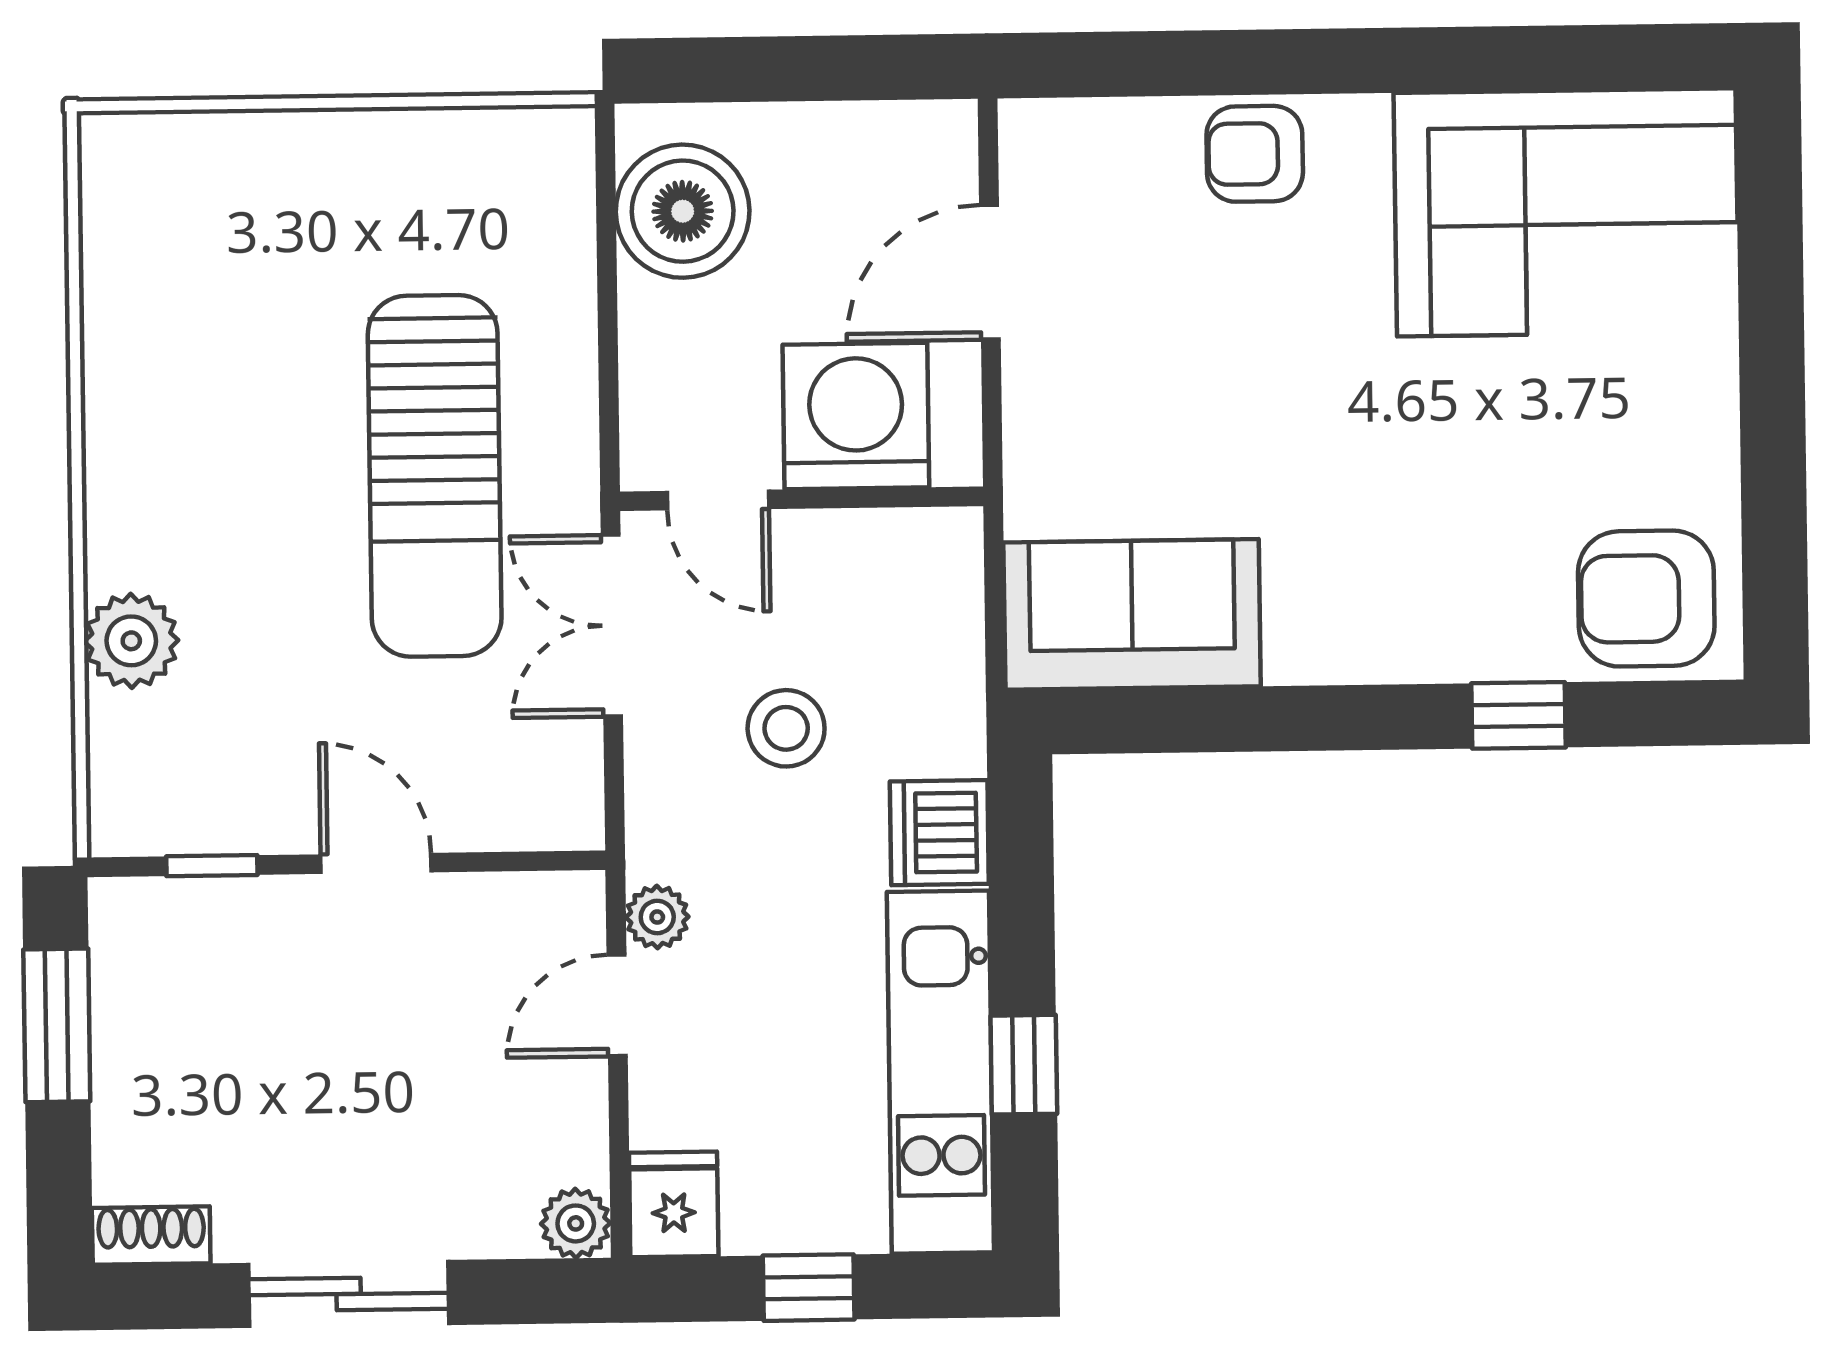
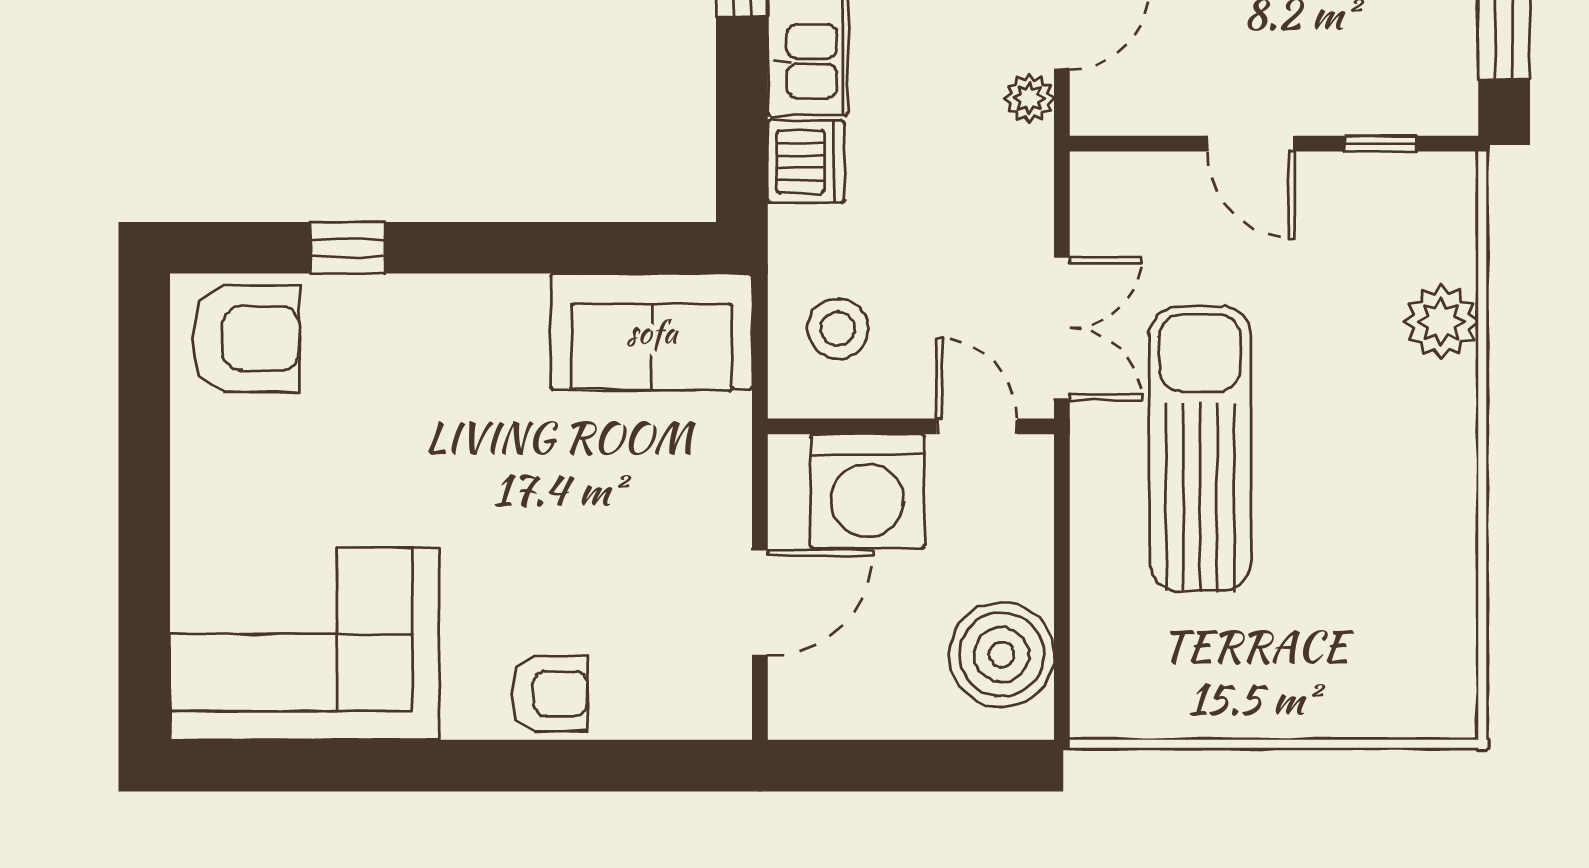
stool: (786, 728) -> (838, 329), moved

